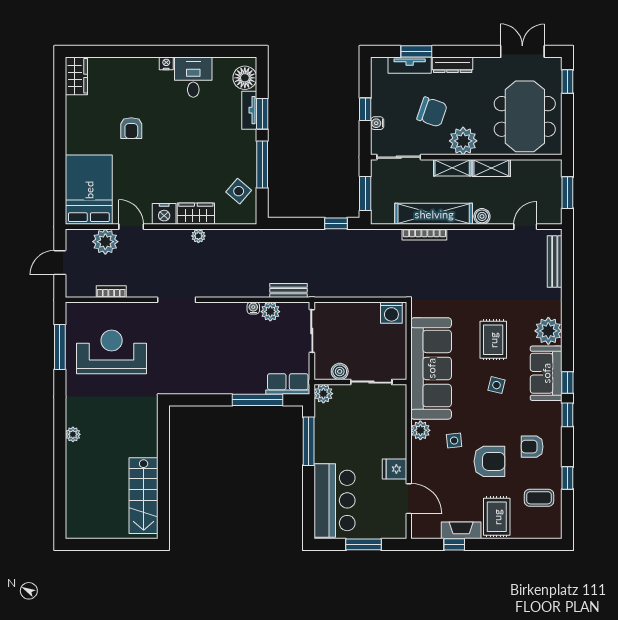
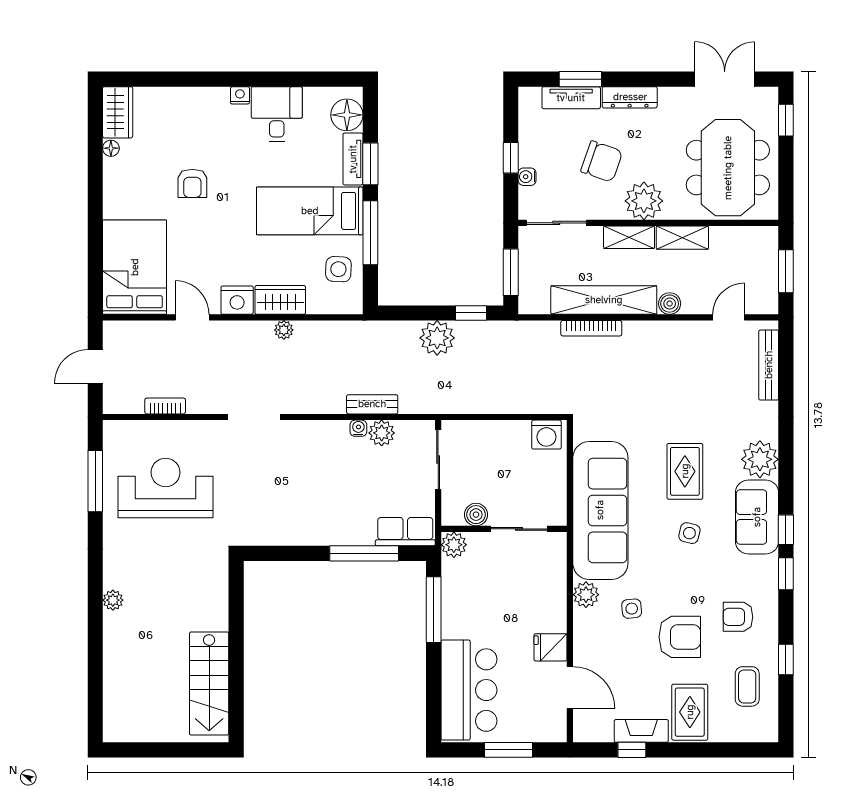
floor lamp: (71, 102) -> (111, 148), added
bed: (218, 148) -> (310, 211), added
side table: (239, 191) -> (338, 269), turned -38
plant: (105, 242) -> (437, 338), moved
bench: (288, 290) -> (372, 404), moved
coffee table: (539, 498) -> (747, 686), turned 90

